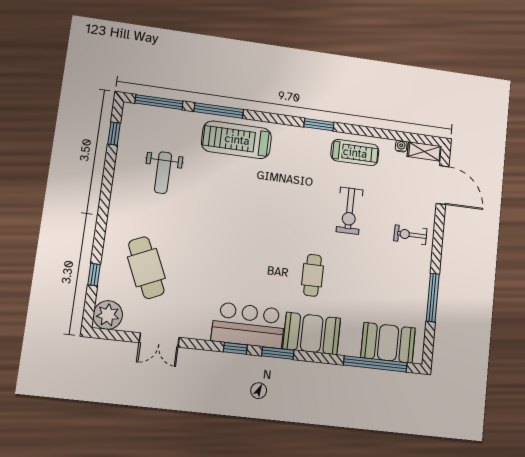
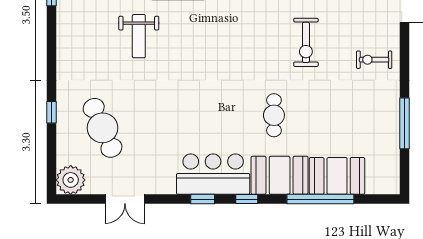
weight bench: (163, 173) -> (139, 36), moved
window: (94, 275) -> (52, 112), moved
booth: (388, 343) -> (337, 176), moved
window: (278, 353) -> (247, 199), width x0.67
window: (375, 364) -> (320, 199), moved

